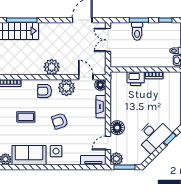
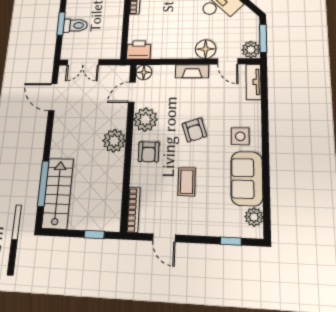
printer: (136, 79) -> (139, 50), moved, turned -90
fireplace: (101, 107) -> (192, 71), moved

